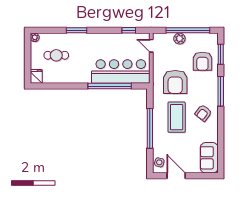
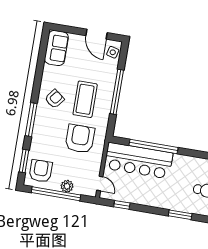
armchair: (202, 61) -> (41, 171), moved

